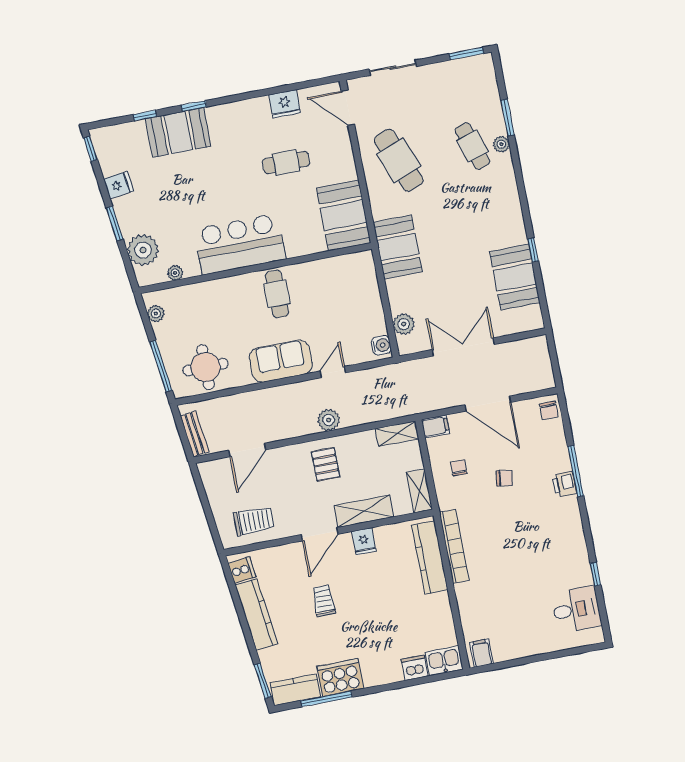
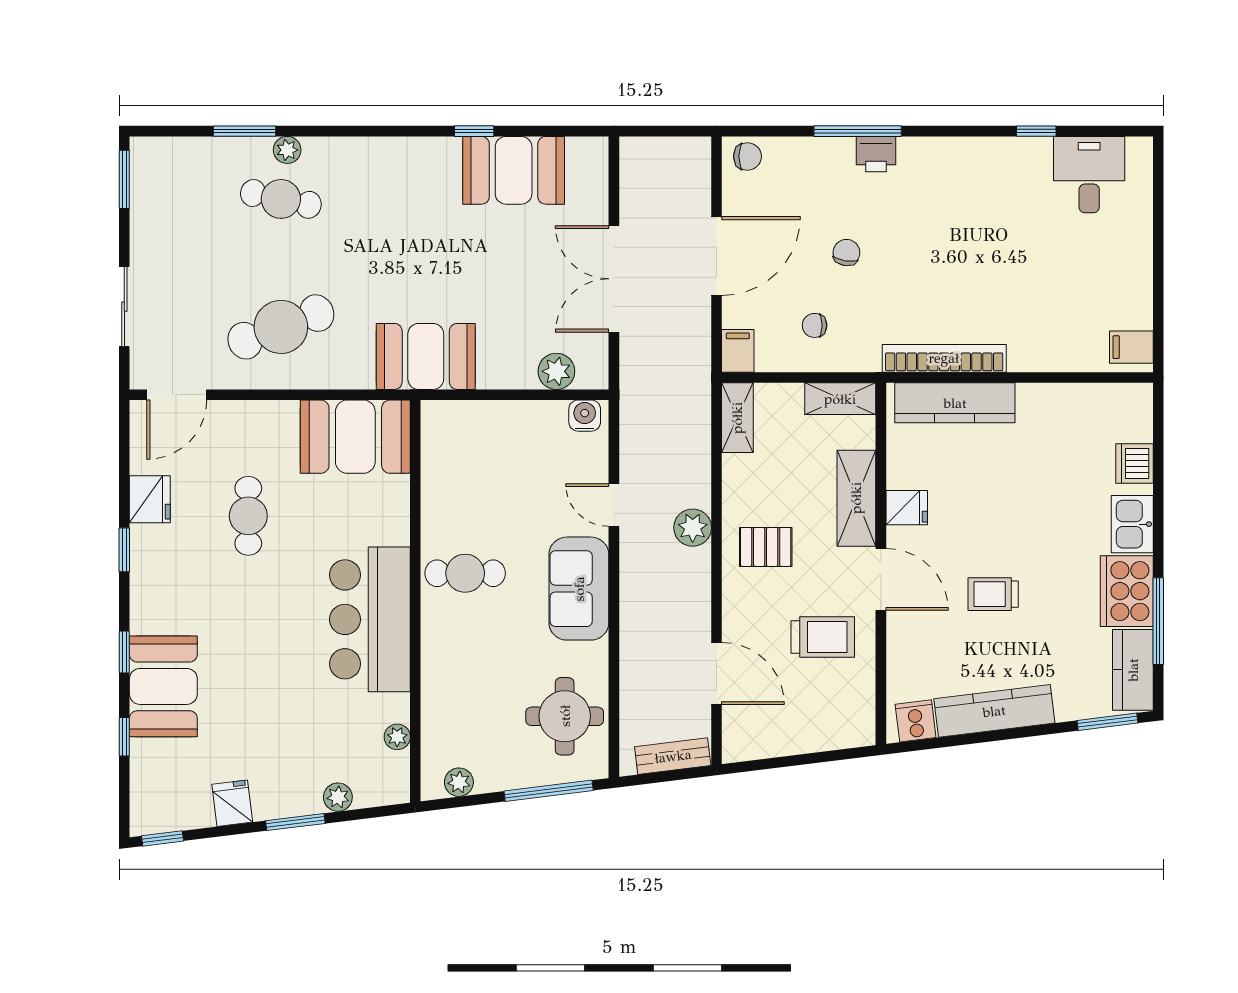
window: (253, 95) -> (124, 550), added
cafe table: (472, 146) -> (281, 199), turned 30
plant: (143, 250) -> (338, 797), width x0.53, depth x0.53
trolley: (254, 521) -> (823, 637), moved, turned 90
kitchen sink: (444, 661) -> (1132, 524), moved

